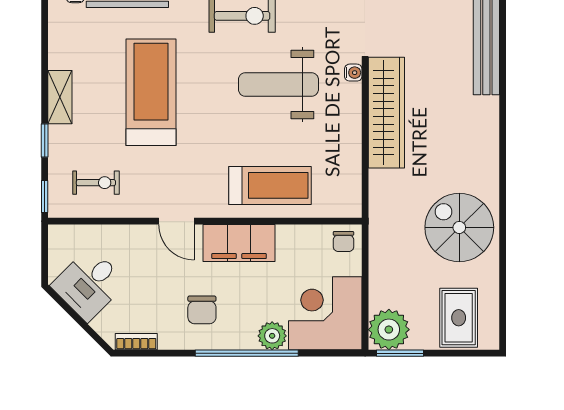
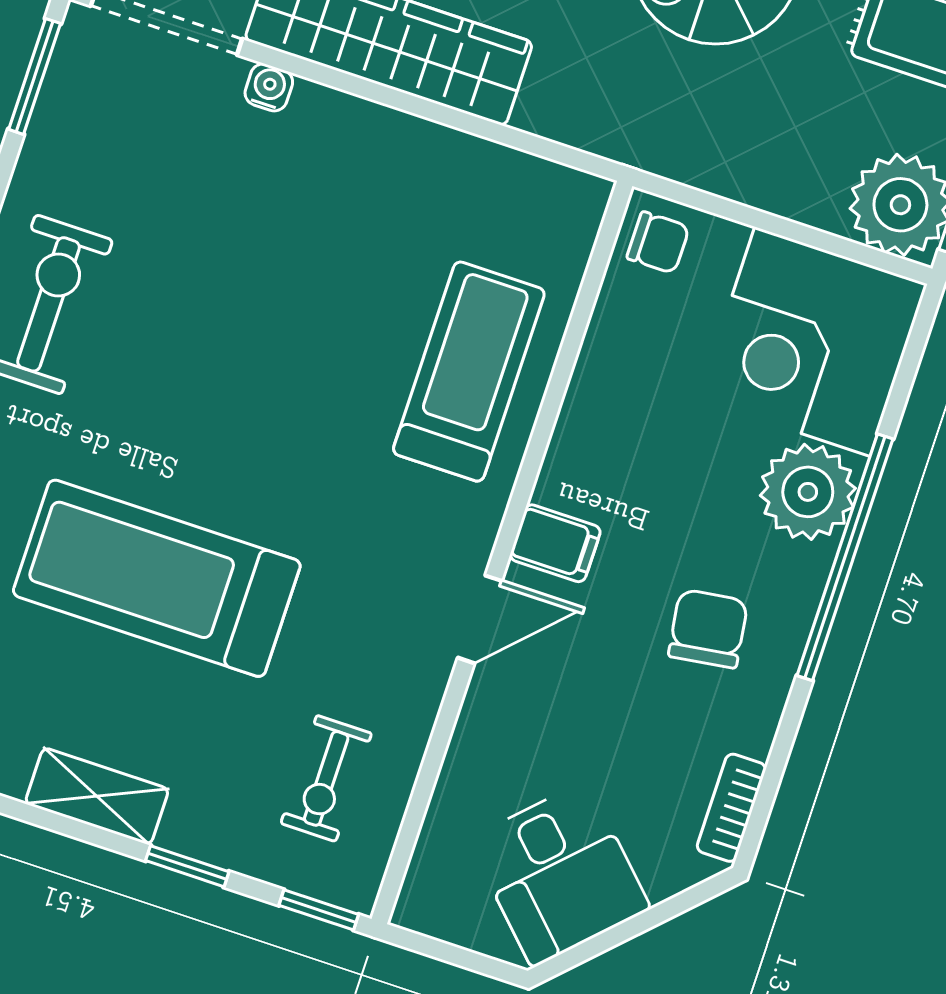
weight bench: (278, 84) -> (238, 273), removed
exercise bike: (96, 183) -> (326, 778), turned 180
filing cabinet: (239, 243) -> (555, 543), width x0.33, depth x0.86
chair: (202, 310) -> (708, 629), turned -98
plant: (272, 336) -> (808, 492), width x1.36, depth x1.36

